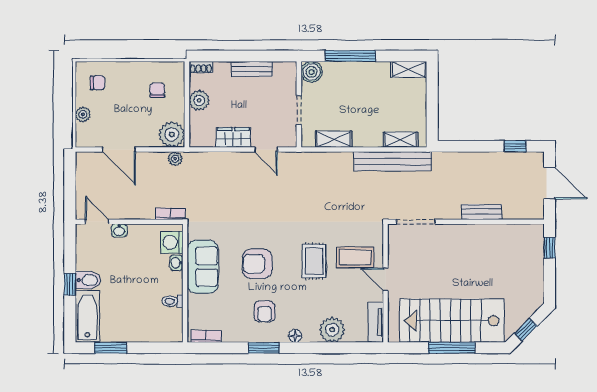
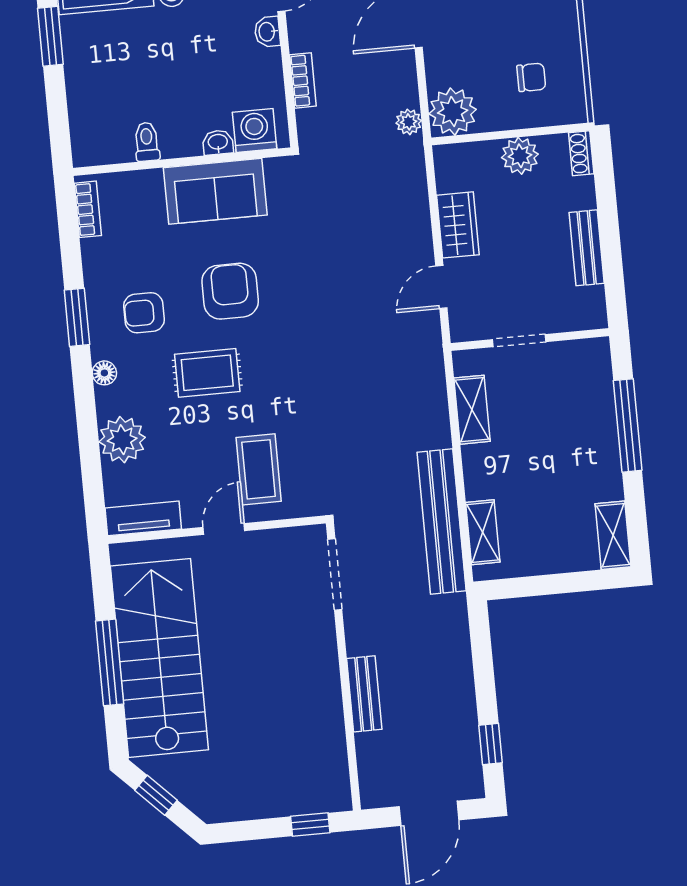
boiler: (312, 72) -> (592, 357), removed
bookcase: (170, 214) -> (303, 80), moved
rug: (314, 261) -> (207, 373), moved

